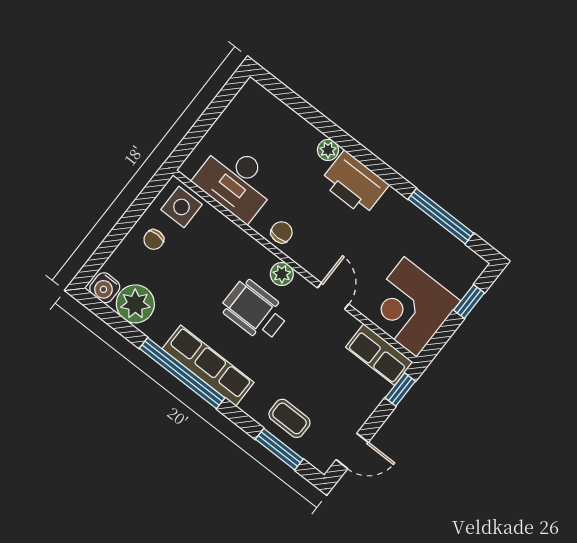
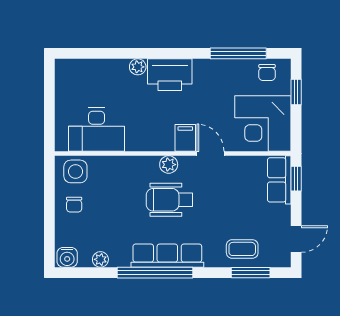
chair: (282, 232) -> (267, 73), moved, turned 180
filing cabinet: (320, 260) -> (185, 138), added
plant: (135, 304) -> (100, 259), width x0.53, depth x0.53
row of seats: (379, 355) -> (279, 180), moved, turned 90

